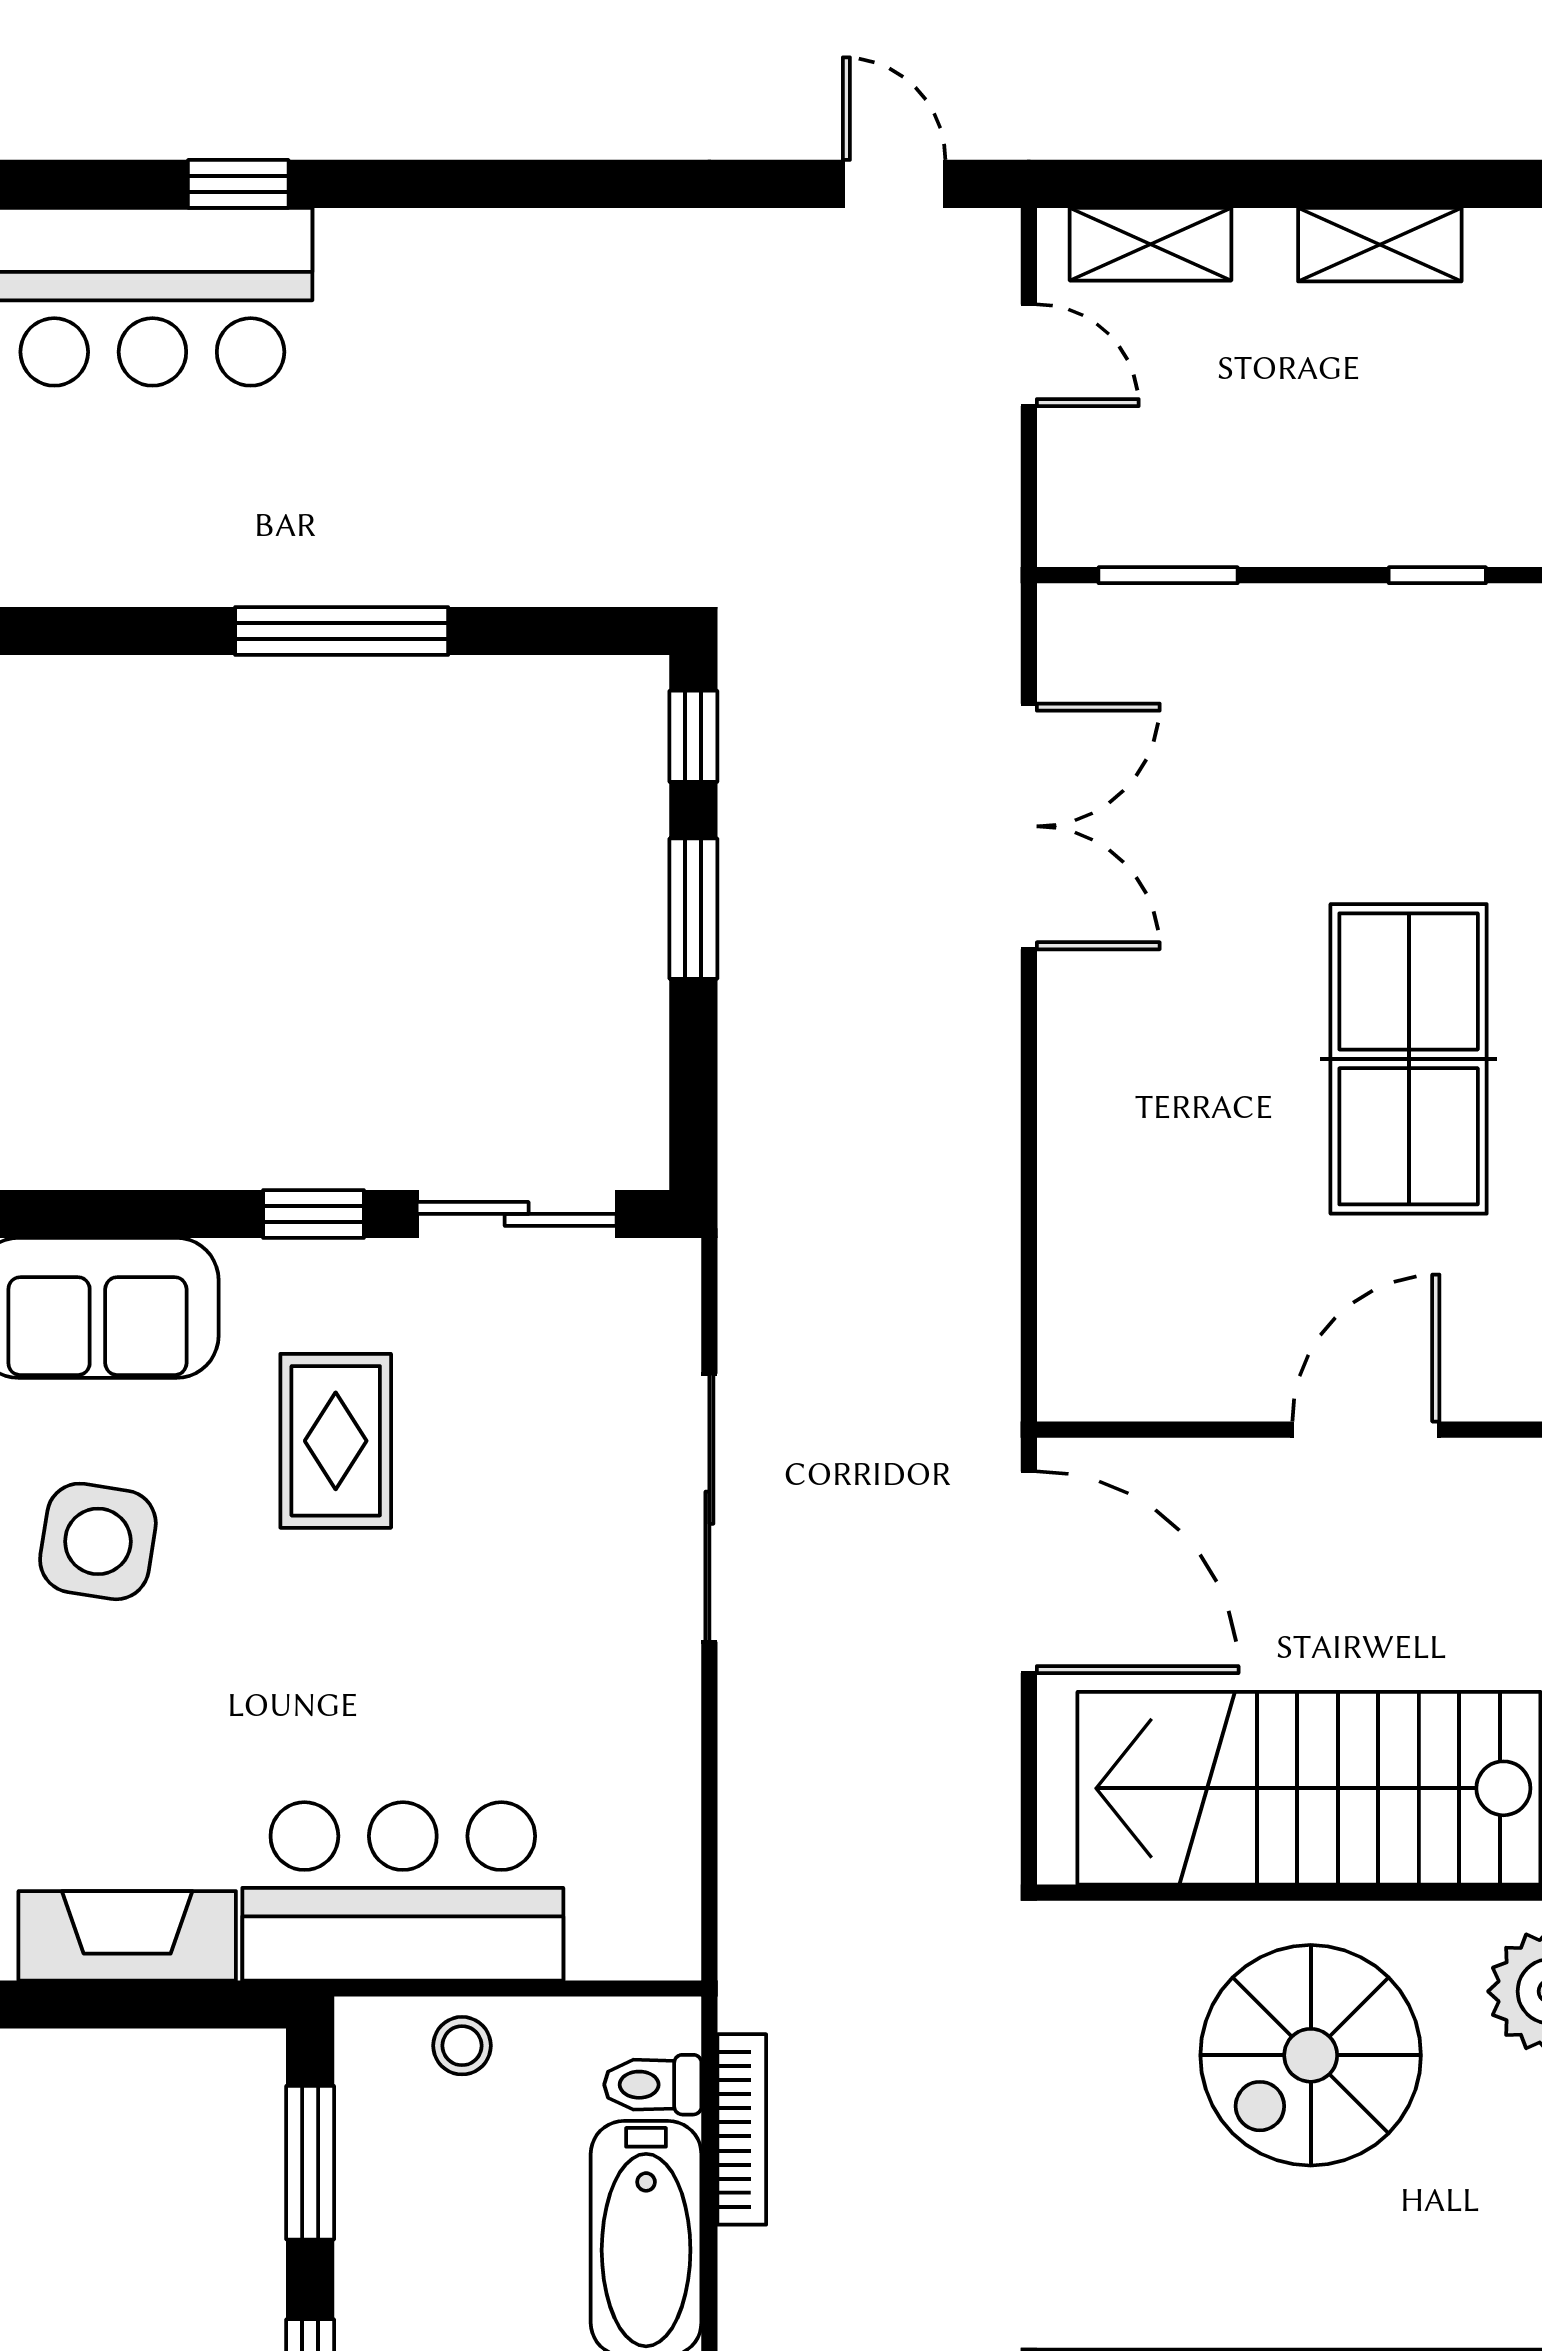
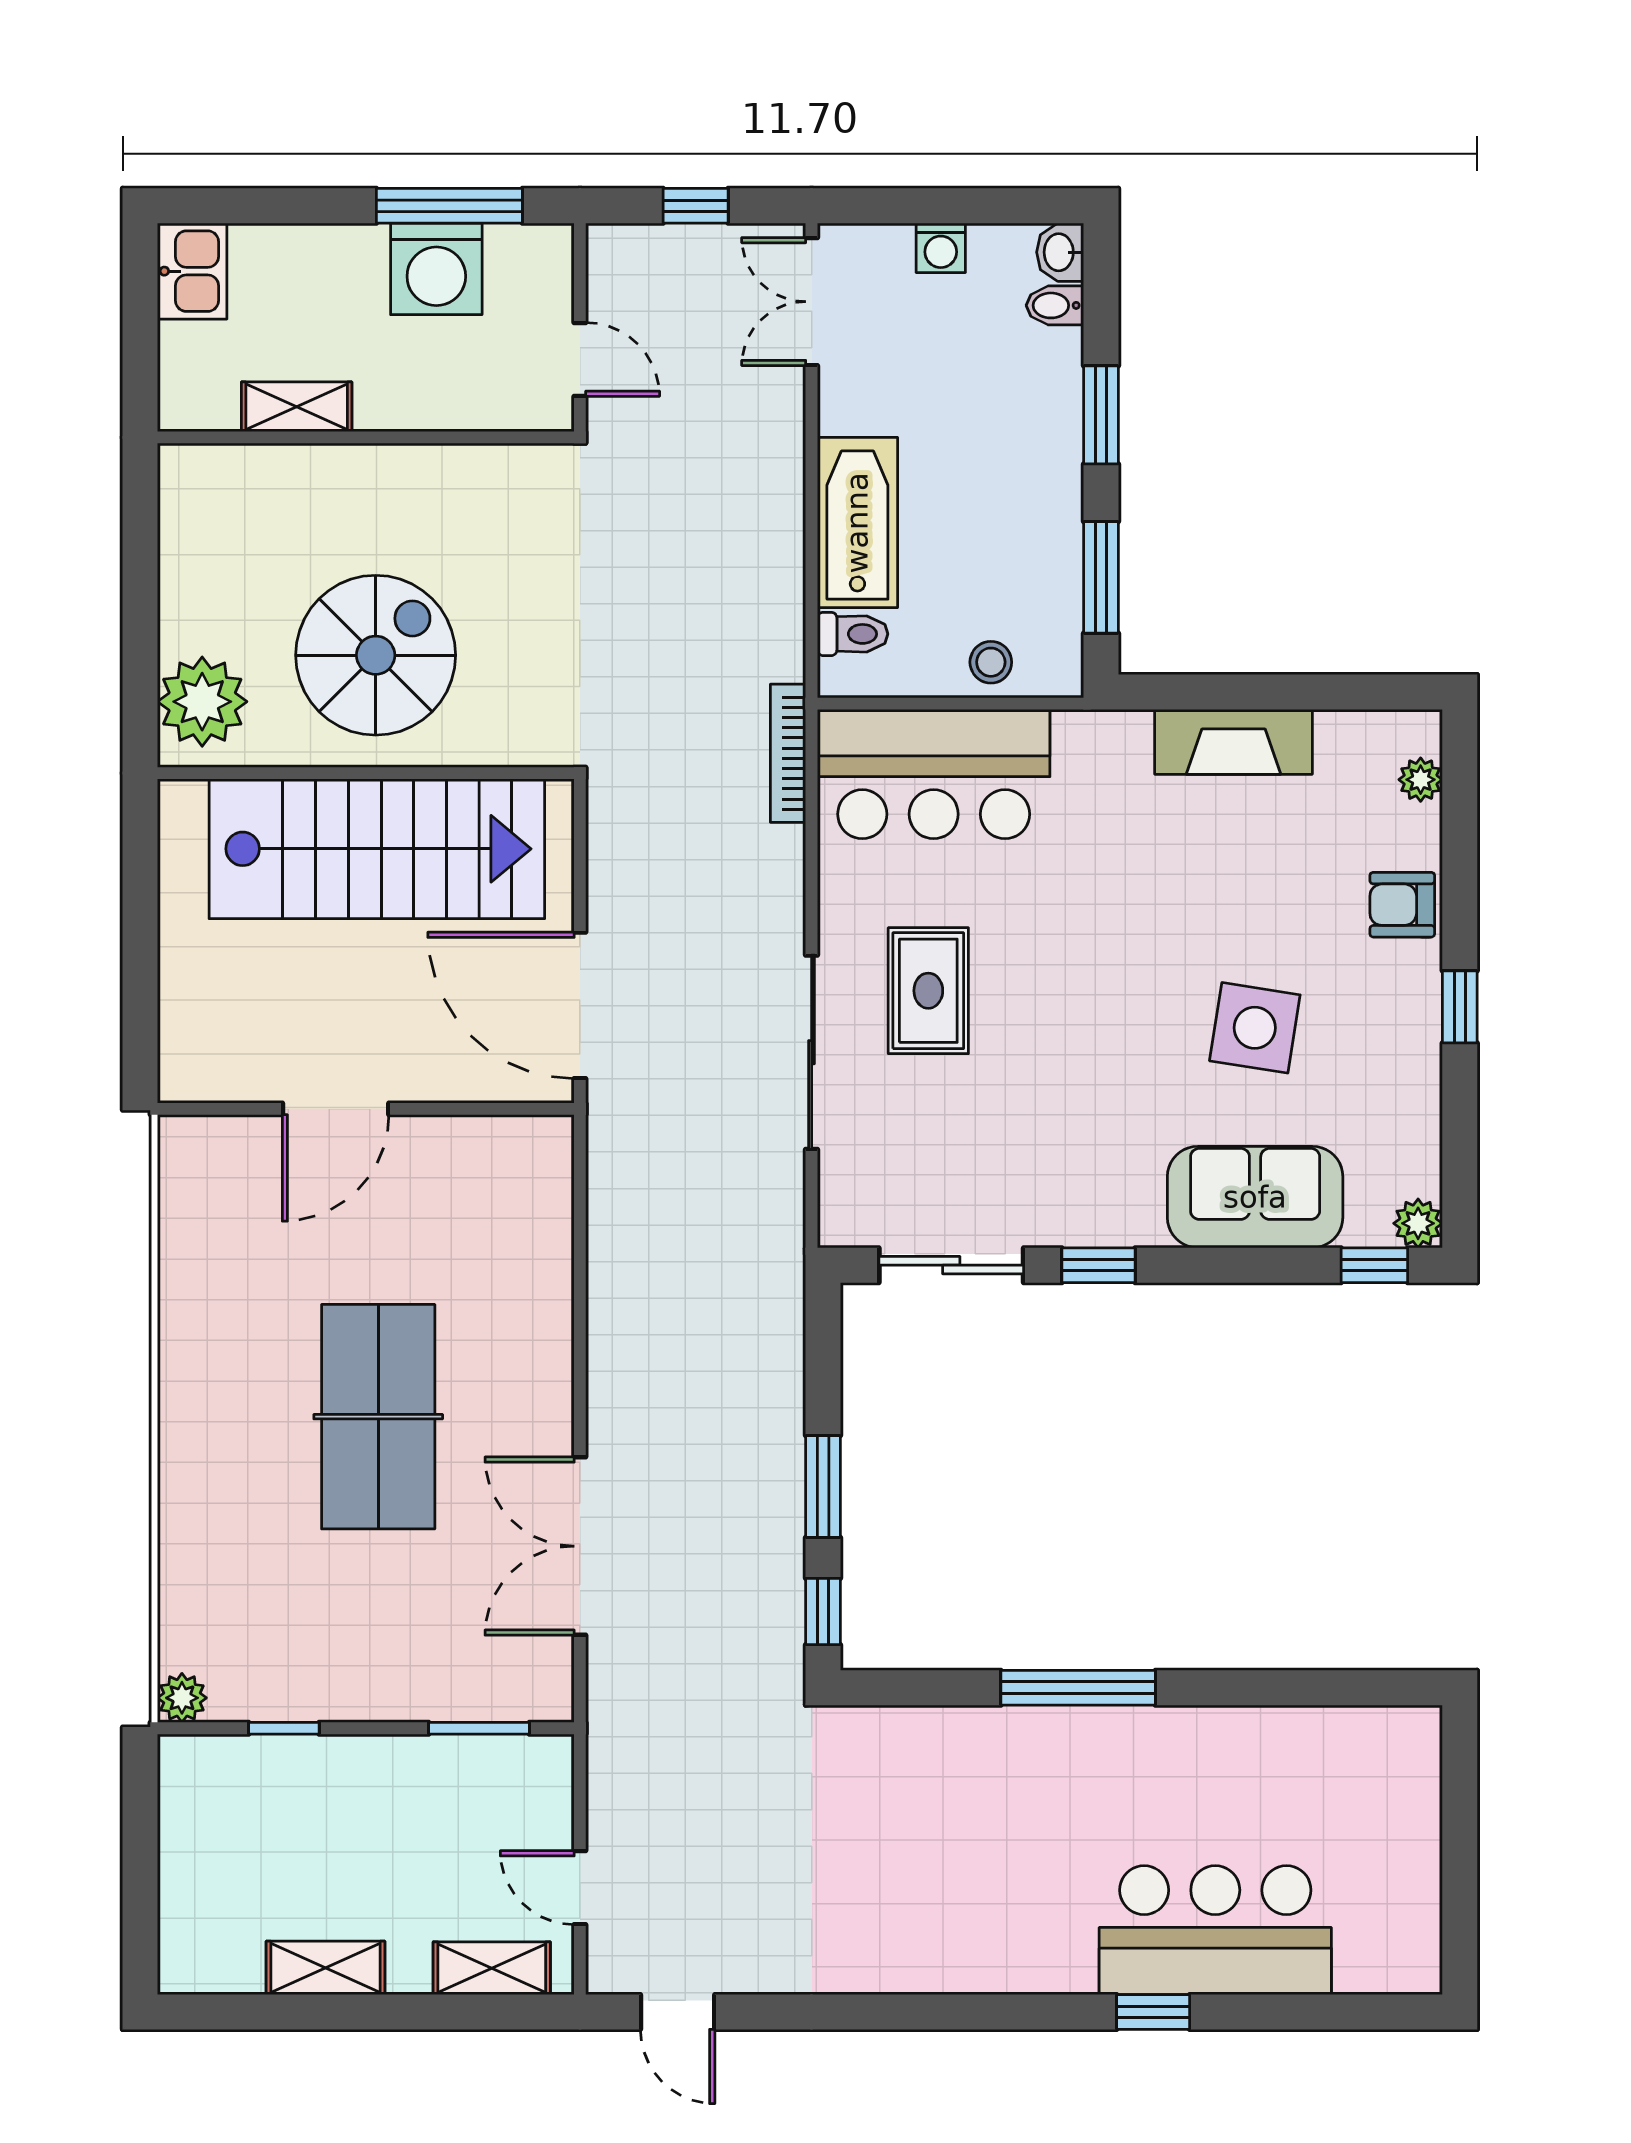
table tennis table: (1409, 1059) -> (378, 1417), moved
rug: (336, 1441) -> (928, 991), moved
bar counter: (403, 1891) -> (934, 774), moved
bookcase: (742, 2129) -> (788, 753), moved

